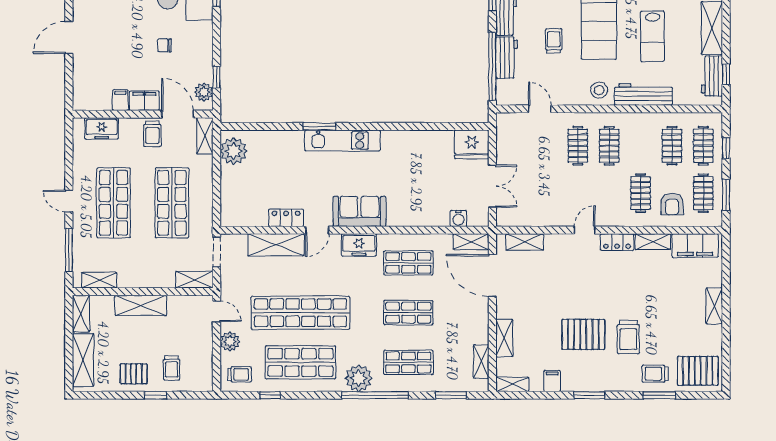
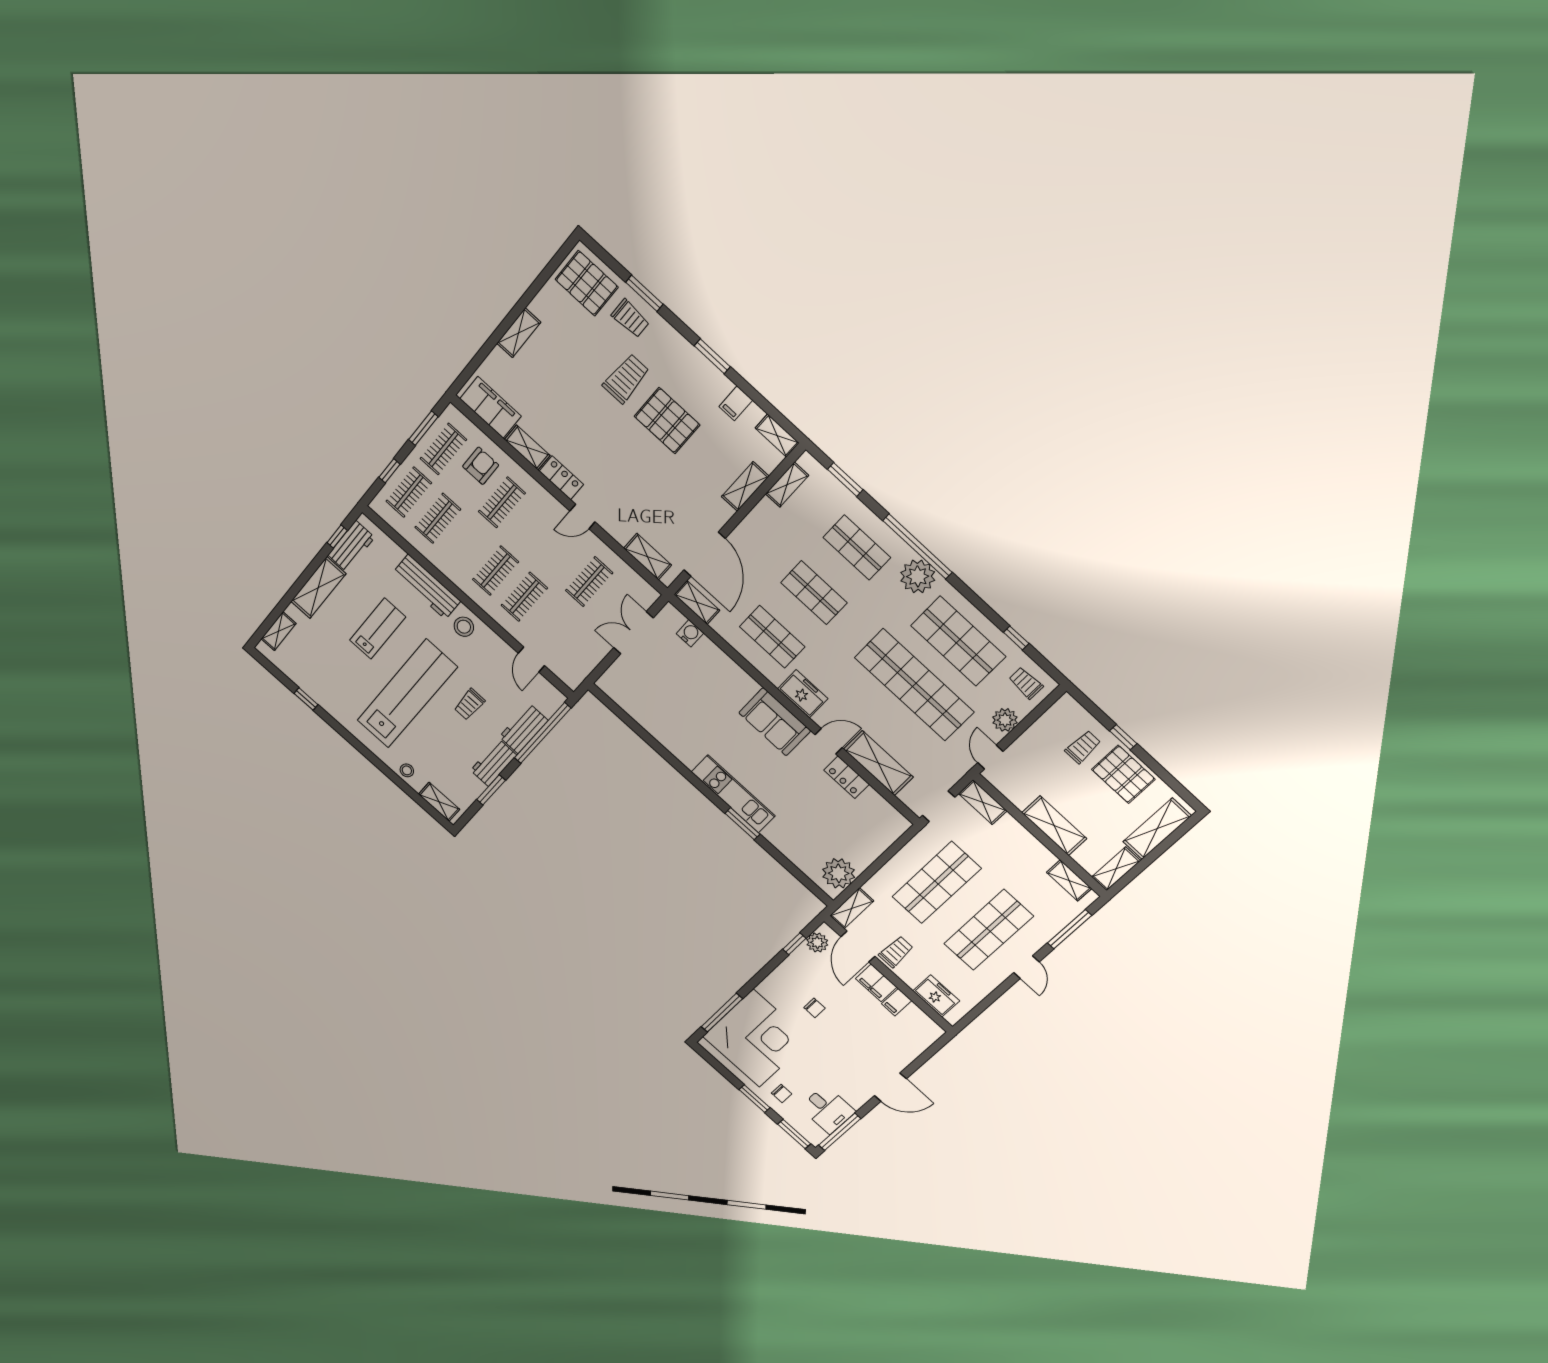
fridge: (472, 144) -> (620, 685), removed
clothes rail: (546, 193) -> (589, 582), added
pallet: (134, 374) -> (1123, 774), width x1.50, depth x1.42

